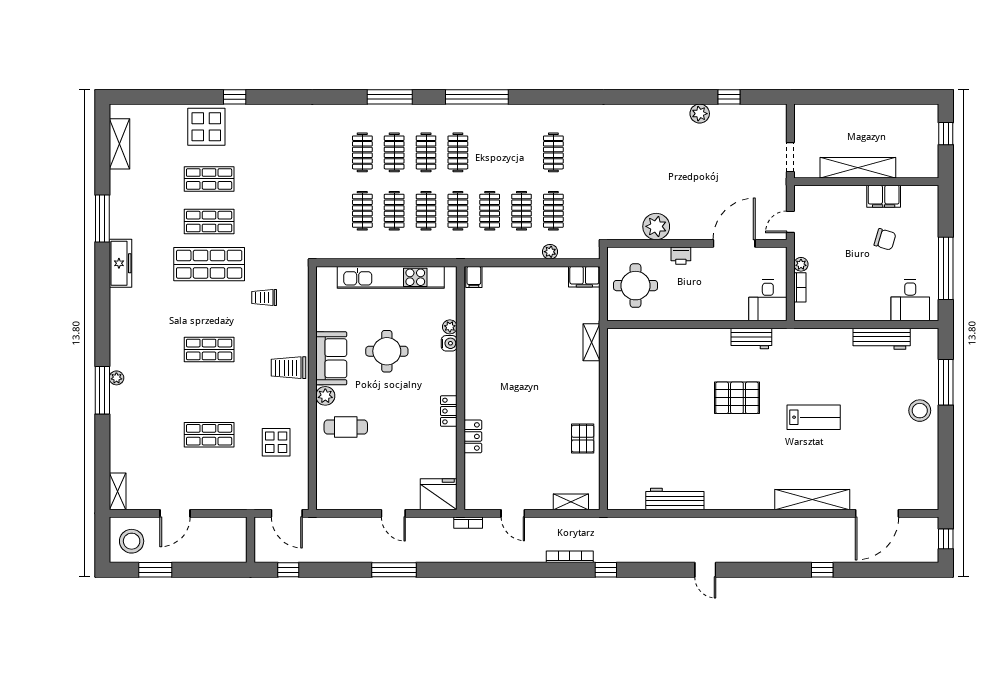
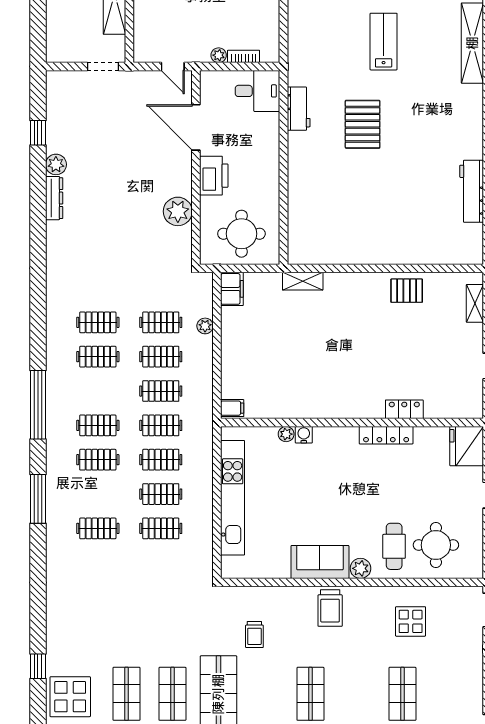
dresser: (669, 112) -> (54, 198), added
clothes rail: (394, 152) -> (98, 357), moved
printer: (681, 256) -> (214, 176), width x1.87, depth x1.48
round table: (387, 351) -> (436, 545), moved
locker: (449, 411) -> (386, 435), width x1.53

